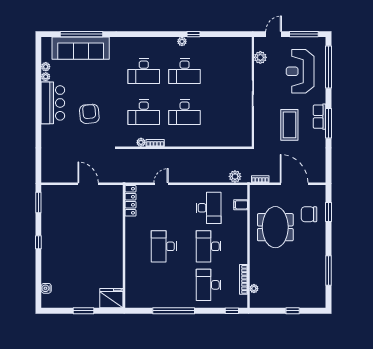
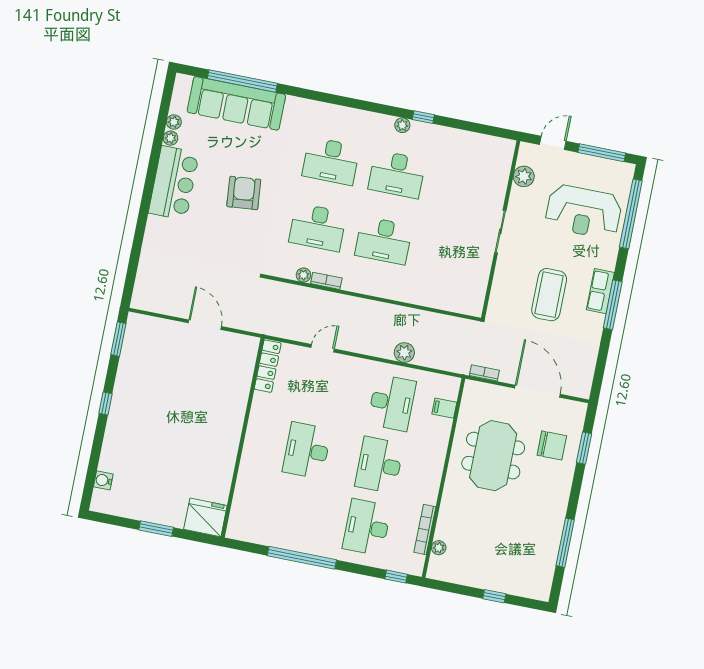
reception desk: (300, 71) -> (584, 212), turned -90
armchair: (89, 114) -> (244, 193), moved
plant: (235, 176) -> (404, 353), moved
chair: (309, 214) -> (552, 445), turned 180

